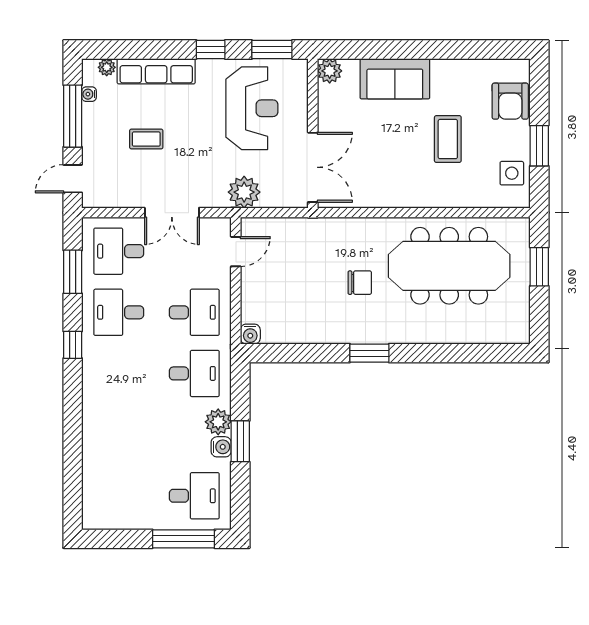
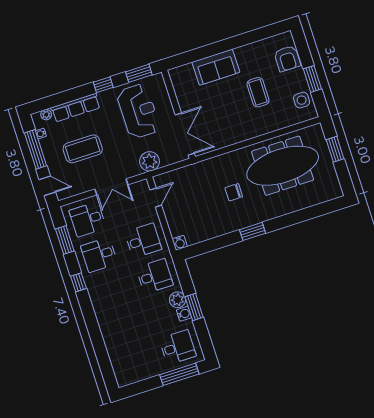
plant: (330, 71) -> (176, 75), removed
coffee table: (146, 139) -> (83, 149), width x1.86, depth x1.72
door: (73, 179) -> (47, 186), swing flipped
chair: (360, 283) -> (234, 192), turned 180

